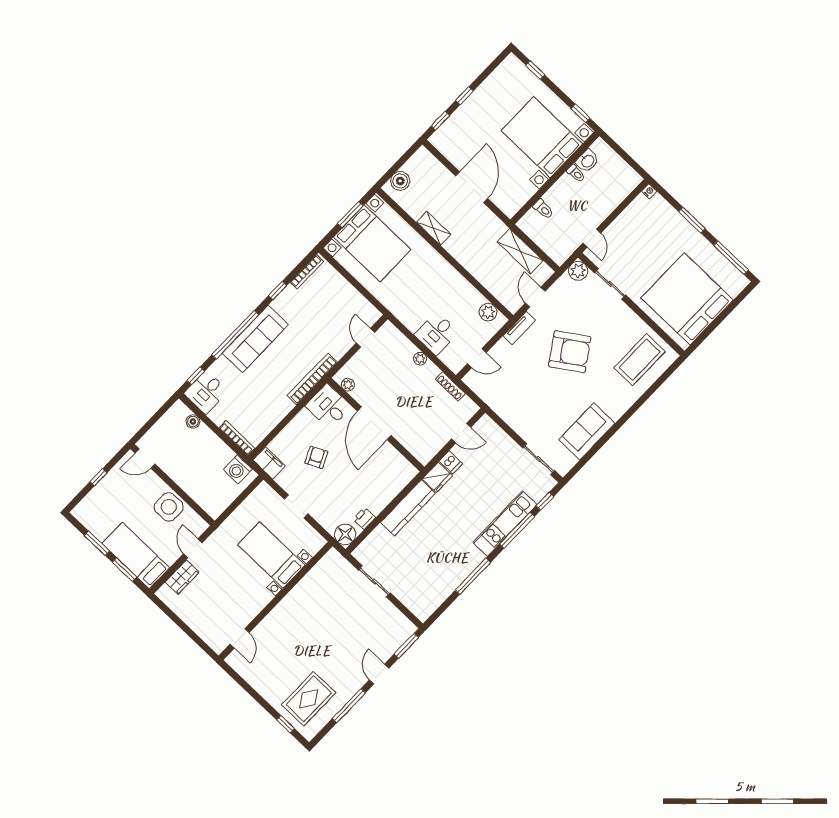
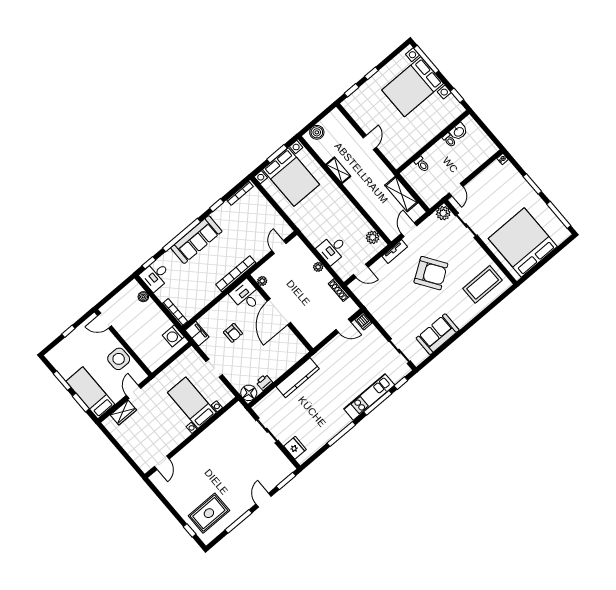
window: (535, 70) -> (426, 59), width x2.17
bed with nightstands: (542, 137) -> (413, 87), moved, turned -90
door: (472, 187) -> (370, 142), width x0.53
armchair: (316, 457) -> (233, 333), turned 116
dishwasher: (451, 462) -> (363, 321), moved
fridge: (437, 477) -> (295, 448), moved, turned -90

